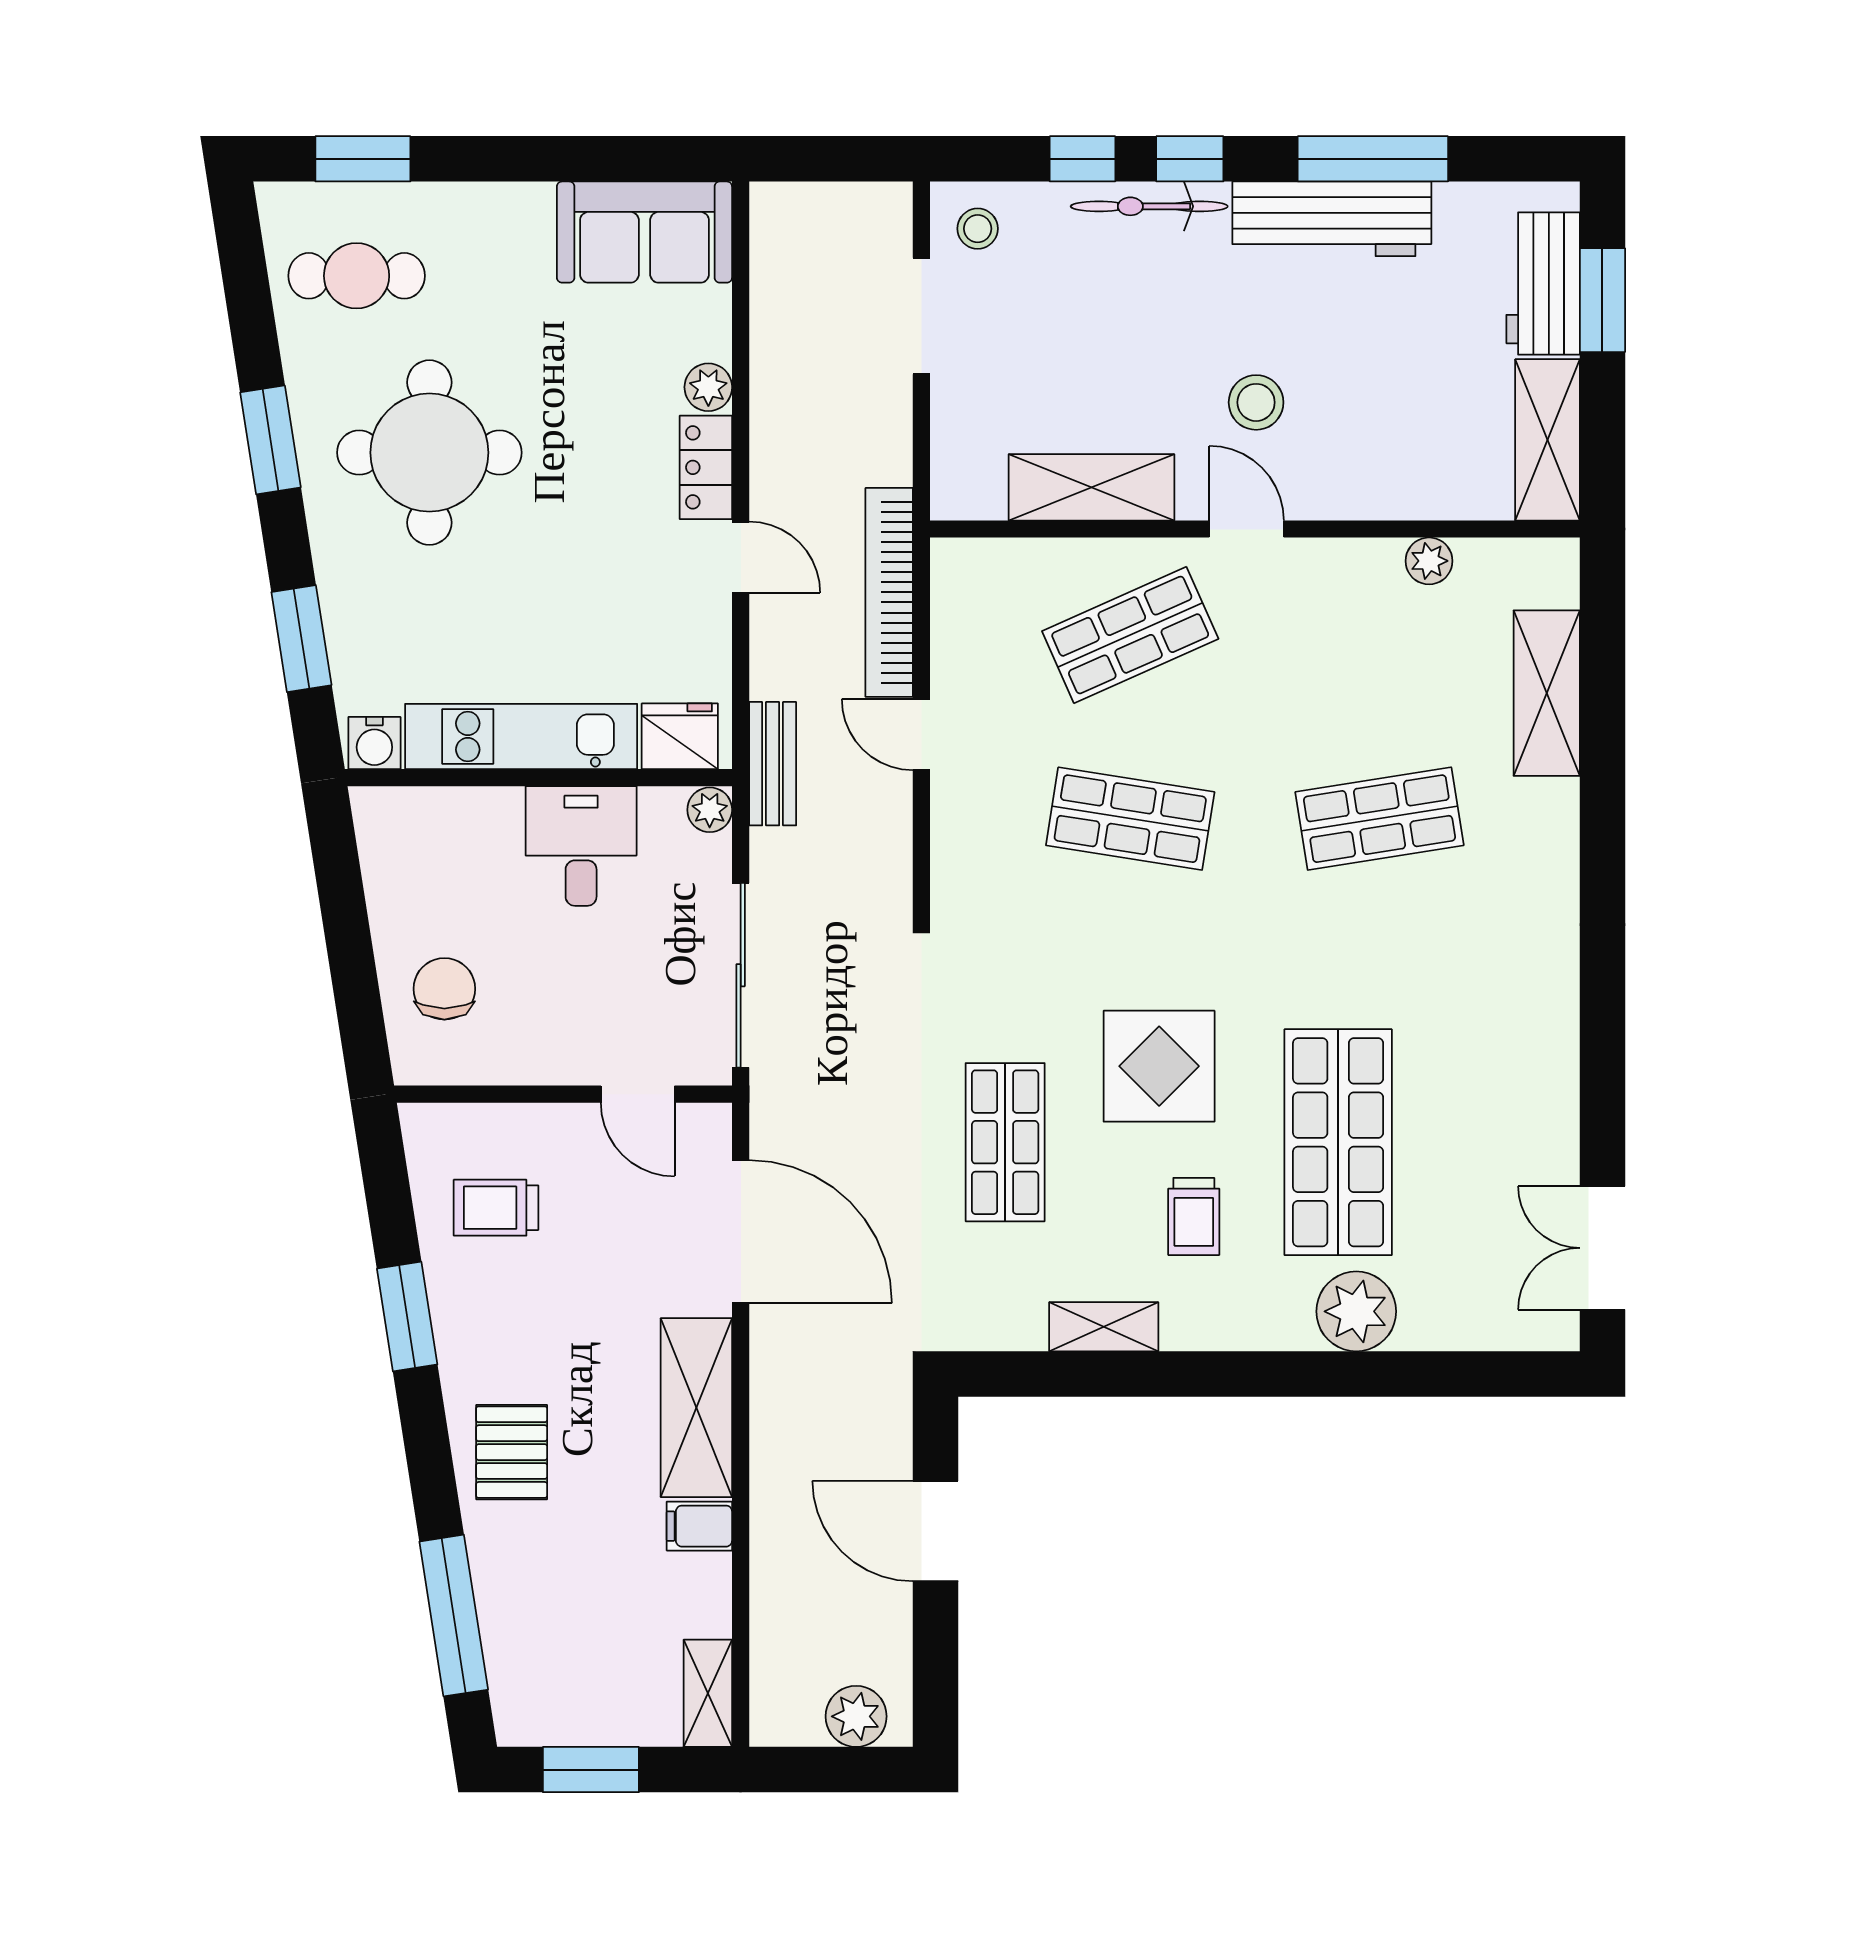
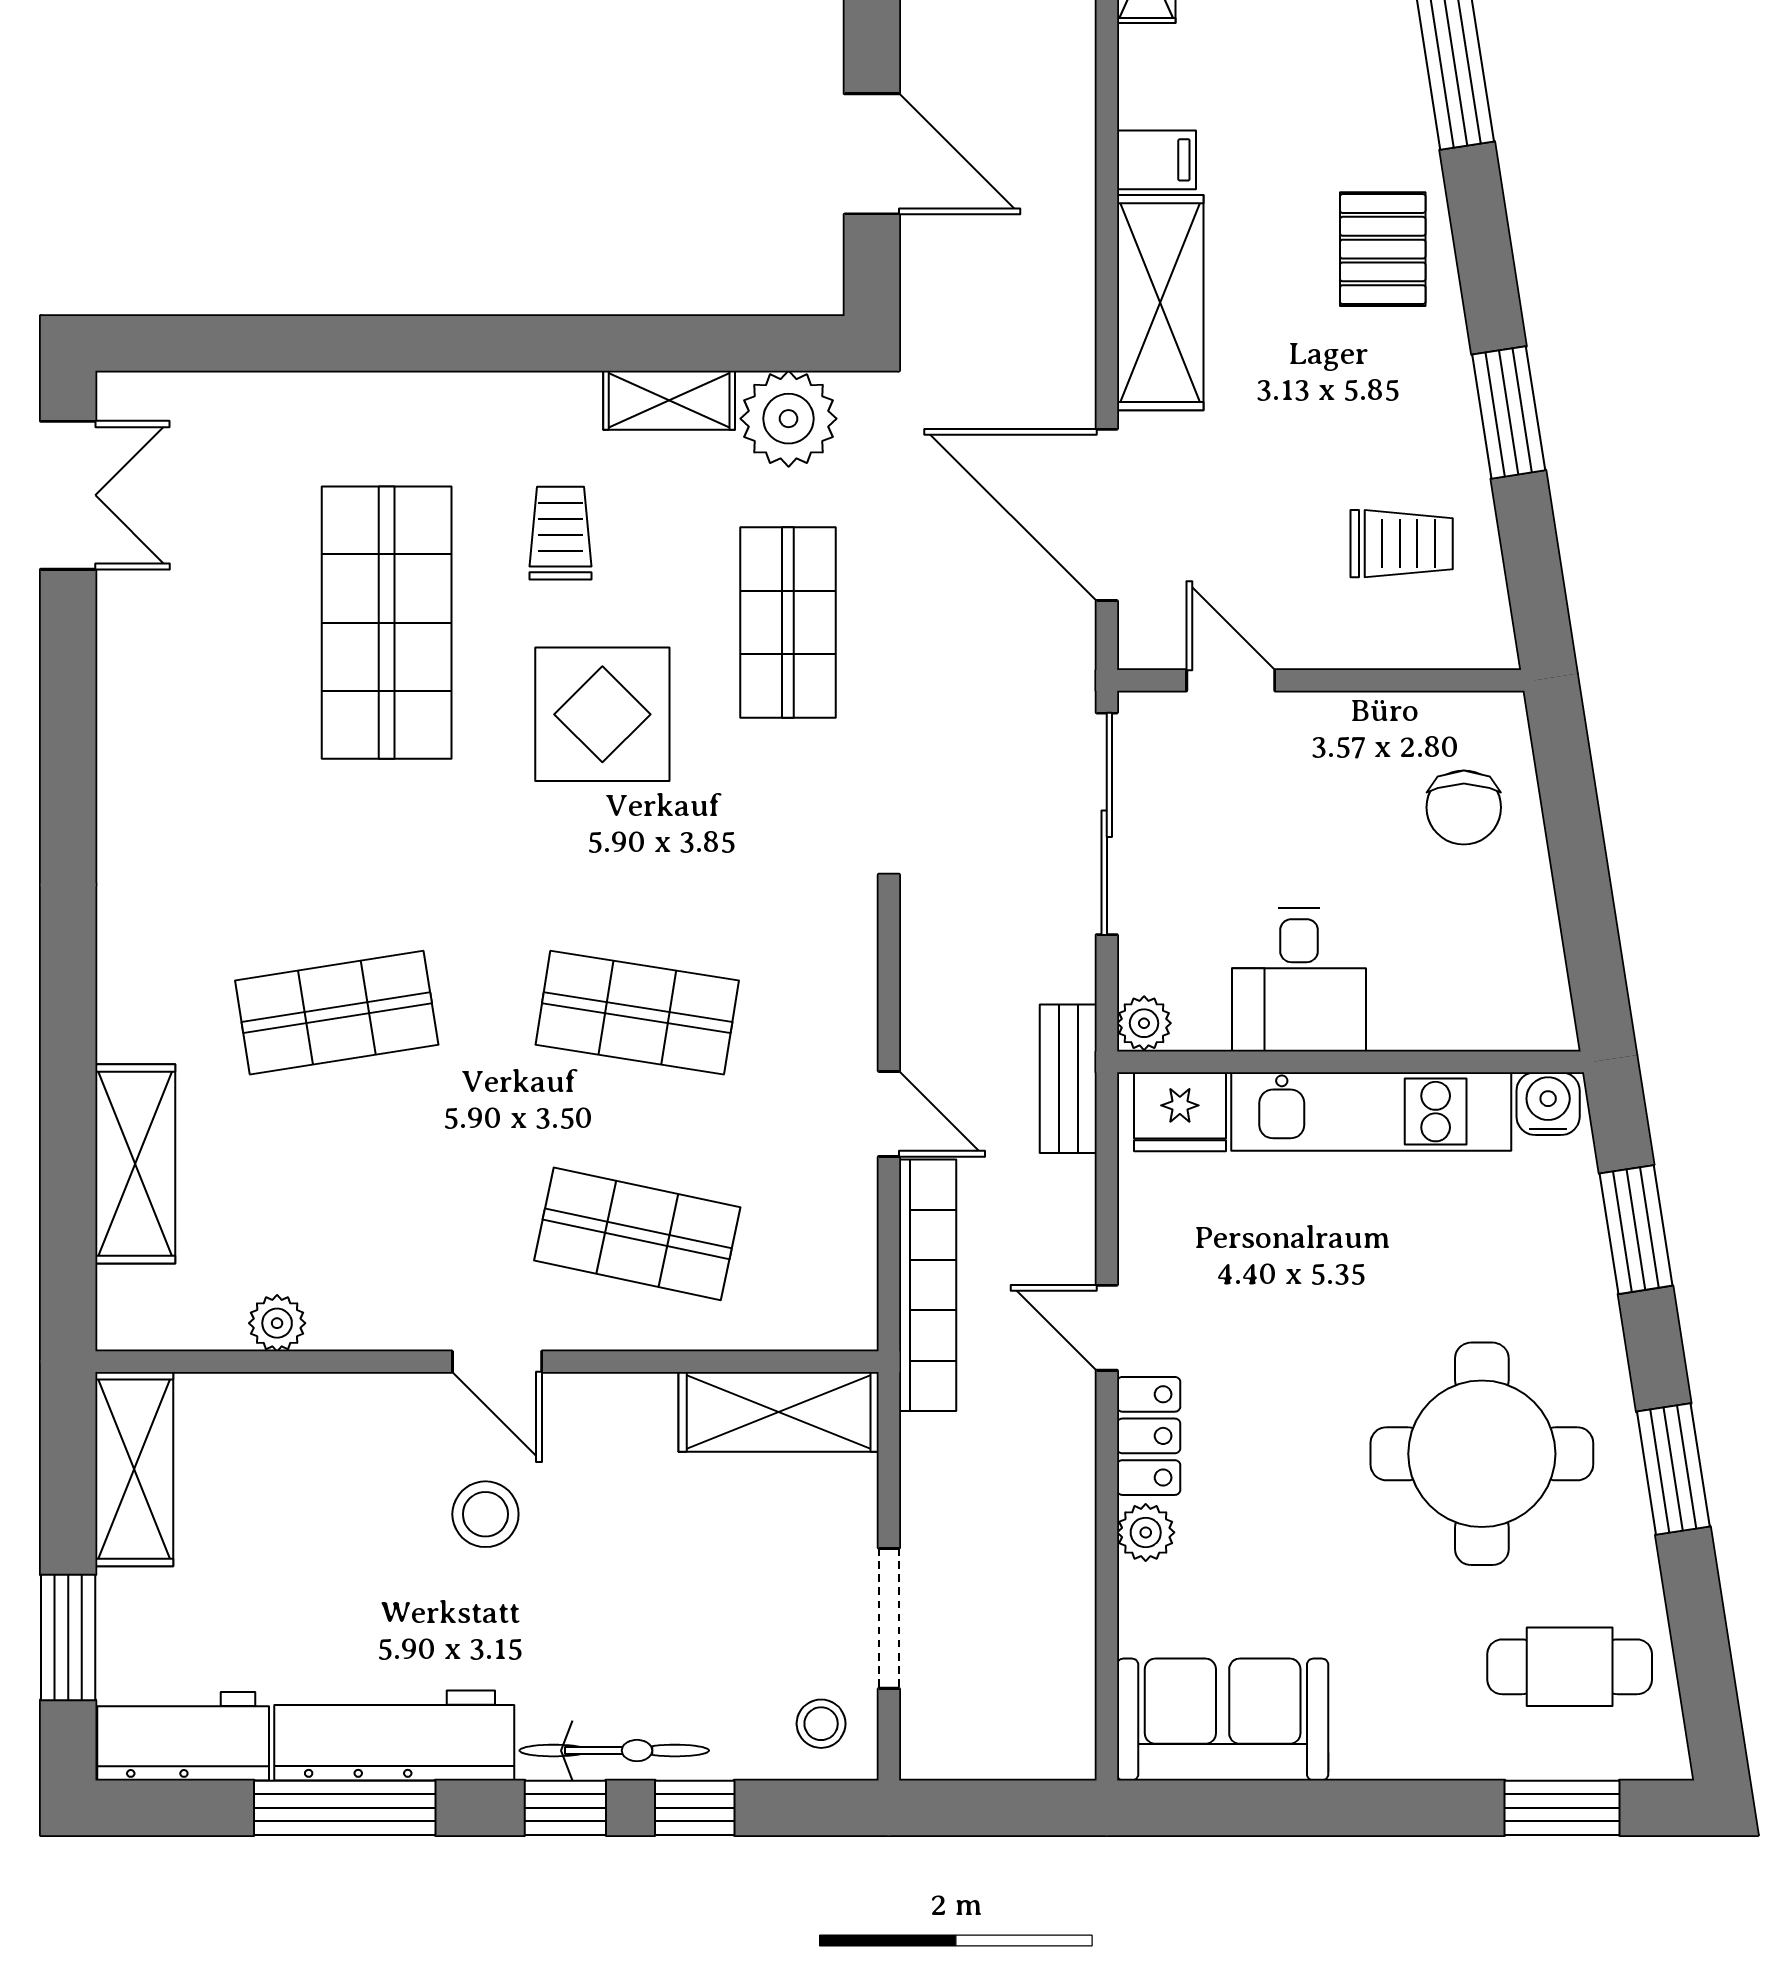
workbench: (1543, 283) -> (183, 1736), moved, turned -90
shelving: (1091, 487) -> (779, 1412), moved
shop shelf: (1130, 635) -> (637, 1234), turned 36
plant: (1356, 1311) -> (789, 419), moved

